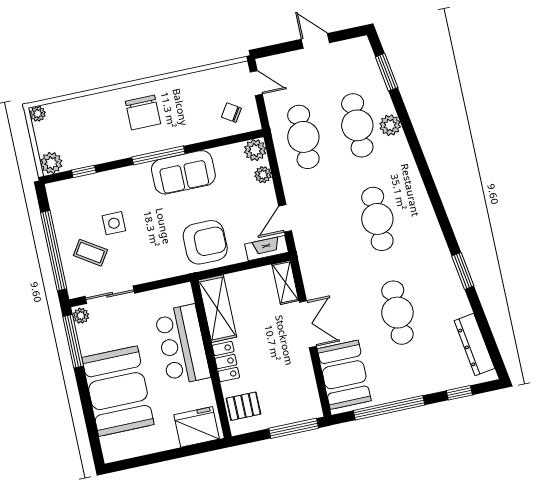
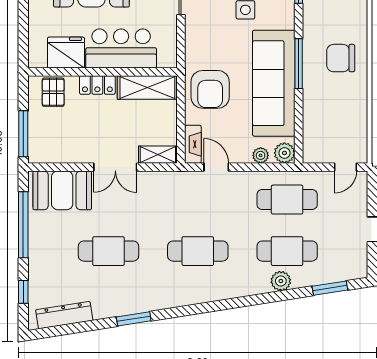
chair: (231, 113) -> (323, 139), removed
sofa: (183, 172) -> (274, 83), width x1.85, depth x1.27
fridge: (197, 427) -> (66, 53), moved, turned -90

